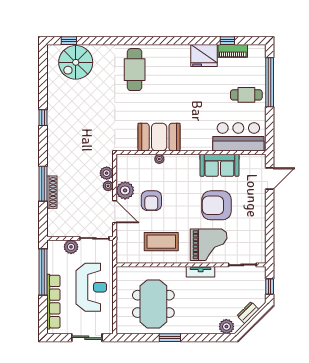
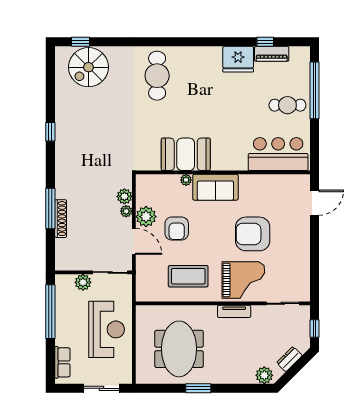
sofa: (219, 165) -> (215, 187), moved
row of seats: (53, 302) -> (62, 362), width x0.50

